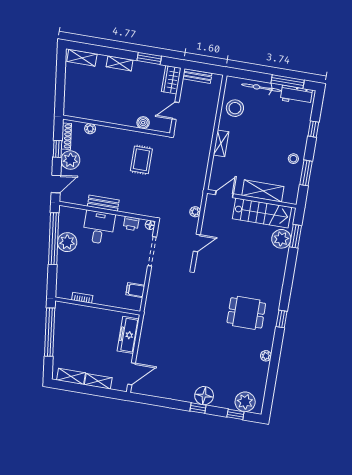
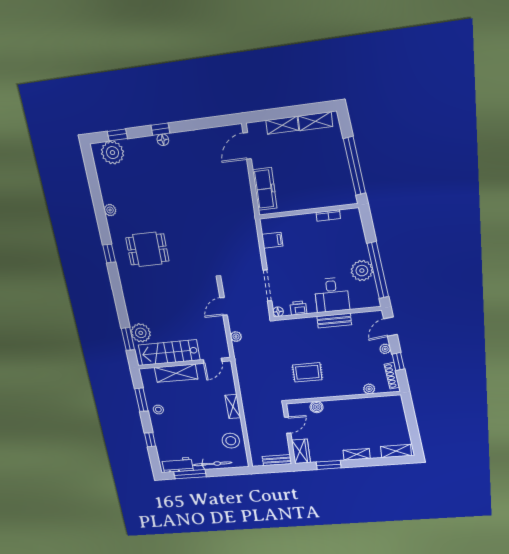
plant: (70, 160) -> (385, 349), width x0.53, depth x0.53
rug: (141, 160) -> (307, 372), turned 90
floor lamp: (204, 396) -> (163, 140), width x0.53, depth x0.53

